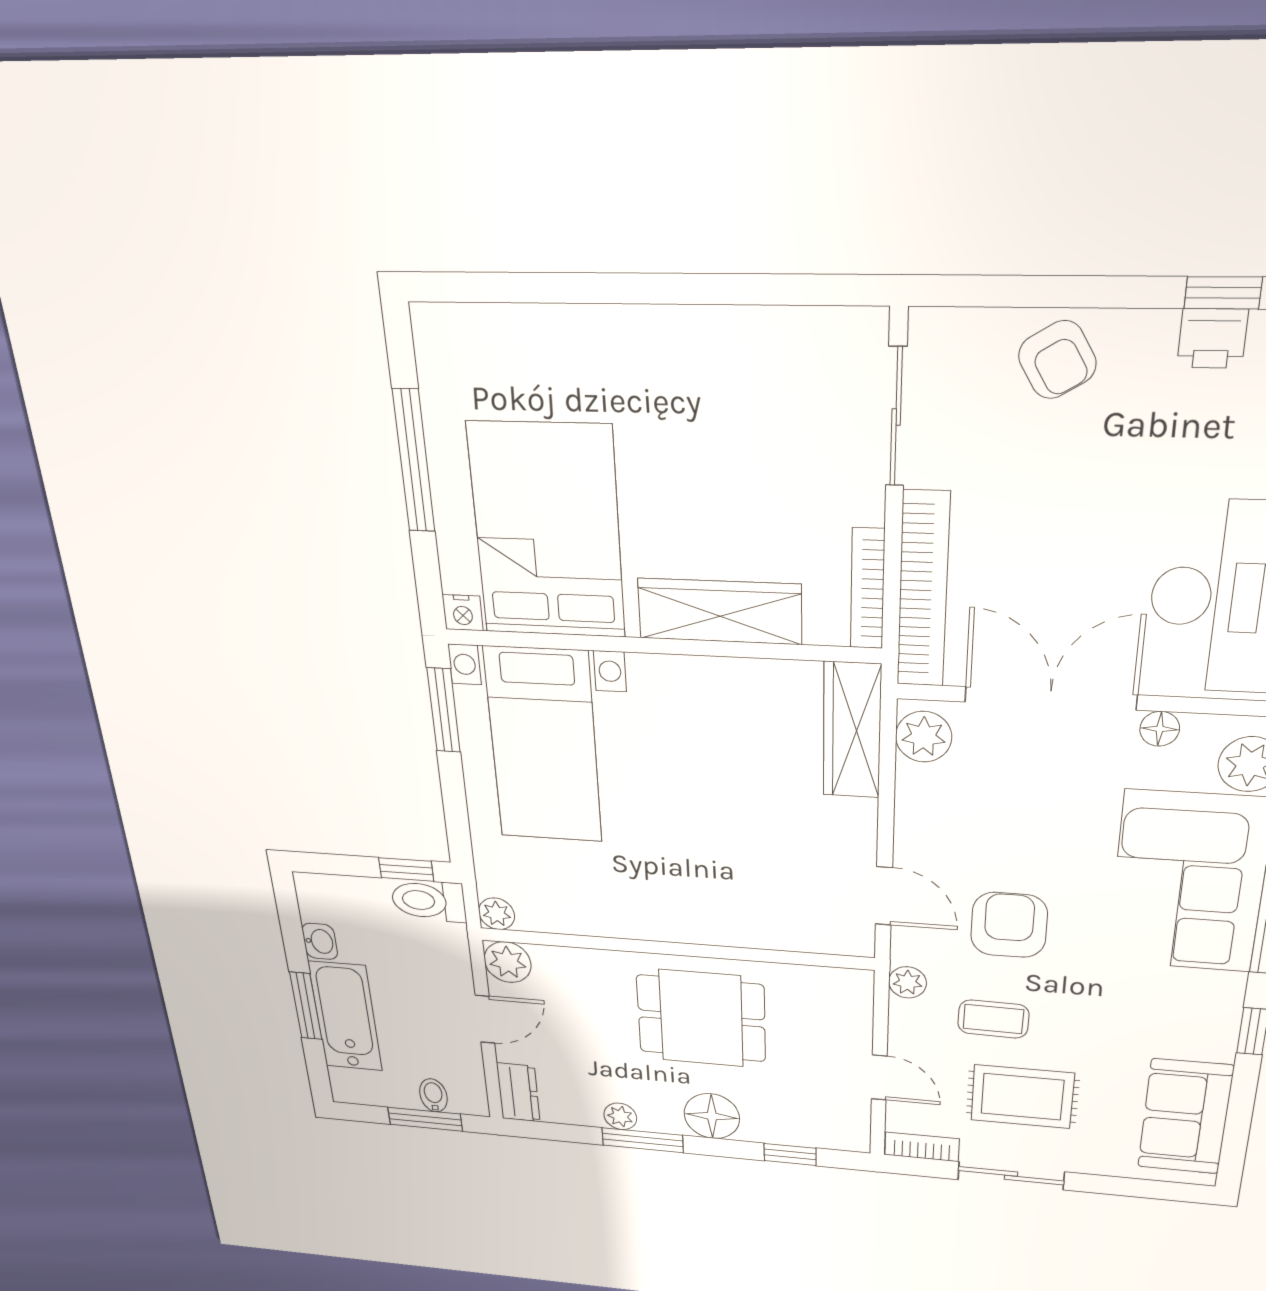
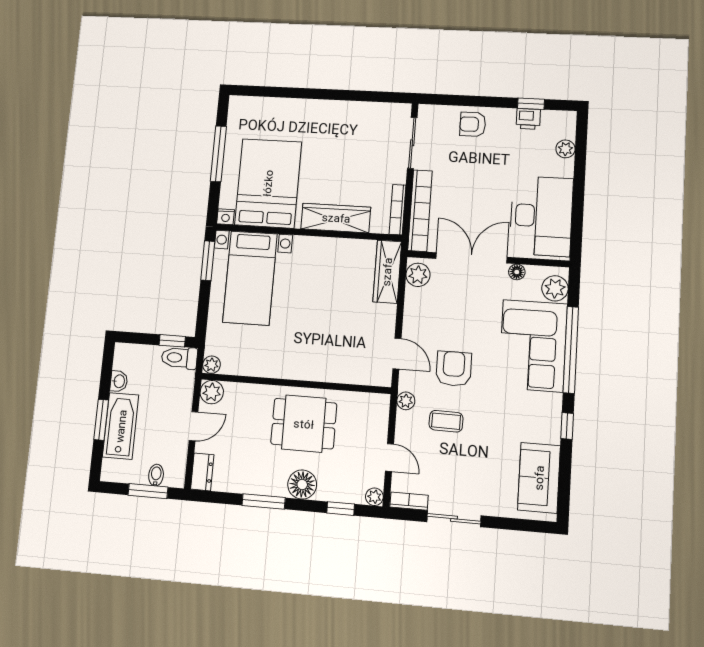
armchair: (1057, 360) -> (473, 124), turned 121
rug: (1022, 1097) -> (460, 468), removed
plant: (620, 1116) -> (374, 497), moved

